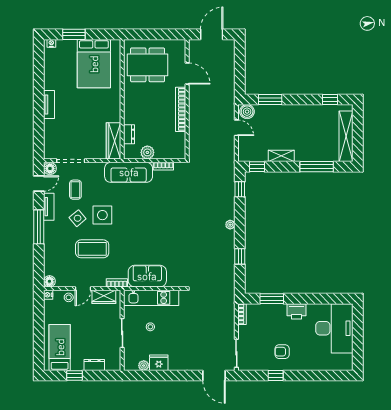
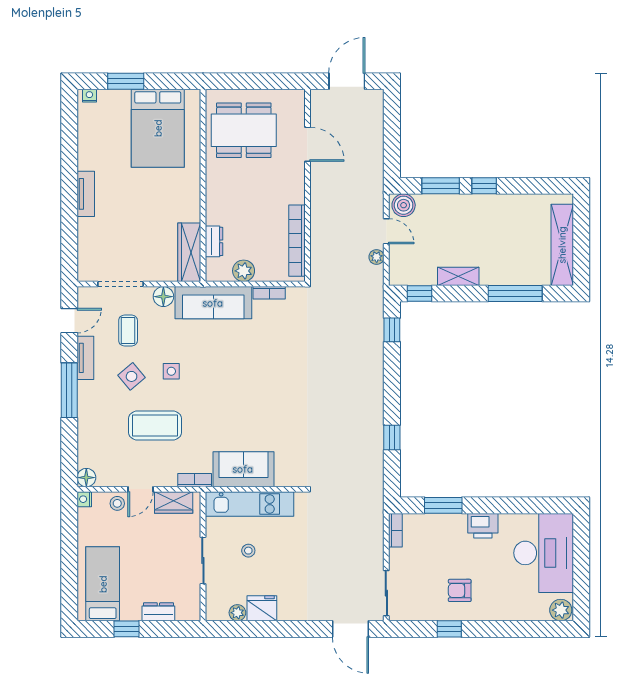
window: (330, 99) -> (484, 186), moved
bookcase: (181, 109) -> (297, 241), moved
floor lamp: (50, 168) -> (163, 297), moved
side table: (102, 215) -> (171, 371), width x0.54, depth x0.54
plant: (230, 225) -> (377, 257), moved
plant: (345, 364) -> (561, 610), added

